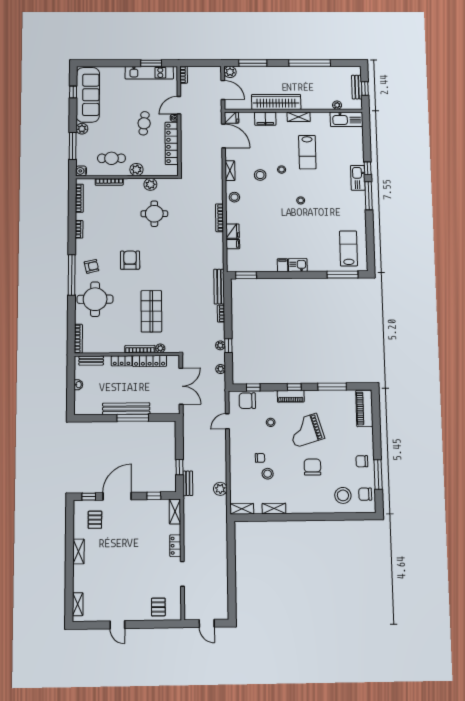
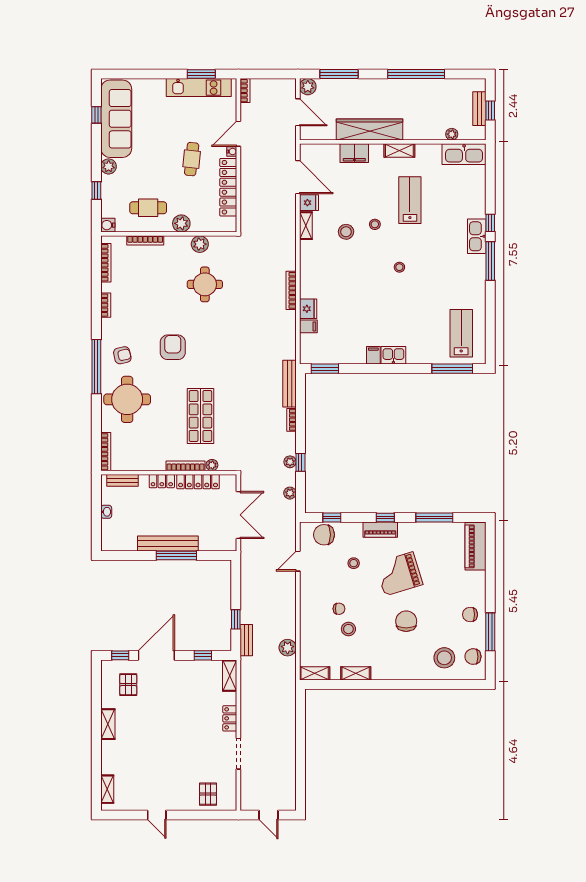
fridge: (232, 118) -> (309, 203), moved
window: (73, 146) -> (96, 191), width x0.46
lab bench: (307, 152) -> (410, 200), turned 180
stool: (234, 197) -> (311, 262), removed

